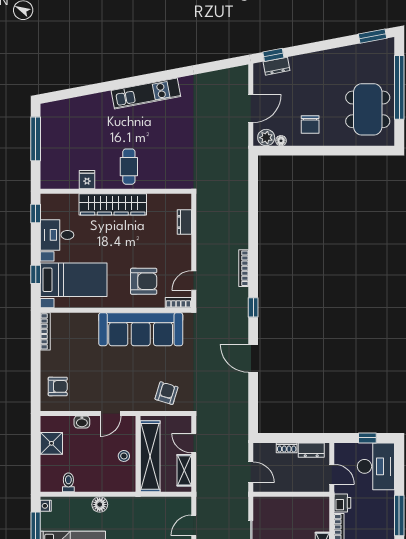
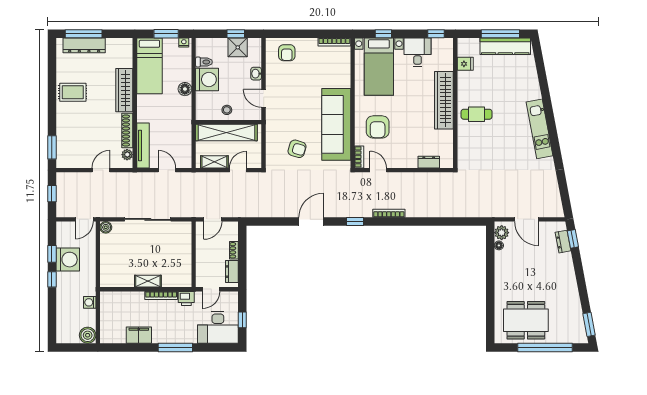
chair: (310, 125) -> (513, 271), removed
kitchen counter: (50, 133) -> (505, 46), added
fridge: (87, 180) -> (465, 64), moved
armchair: (166, 393) -> (297, 149), moved
window: (36, 446) -> (236, 34), added
washing machine: (89, 479) -> (207, 79), added

